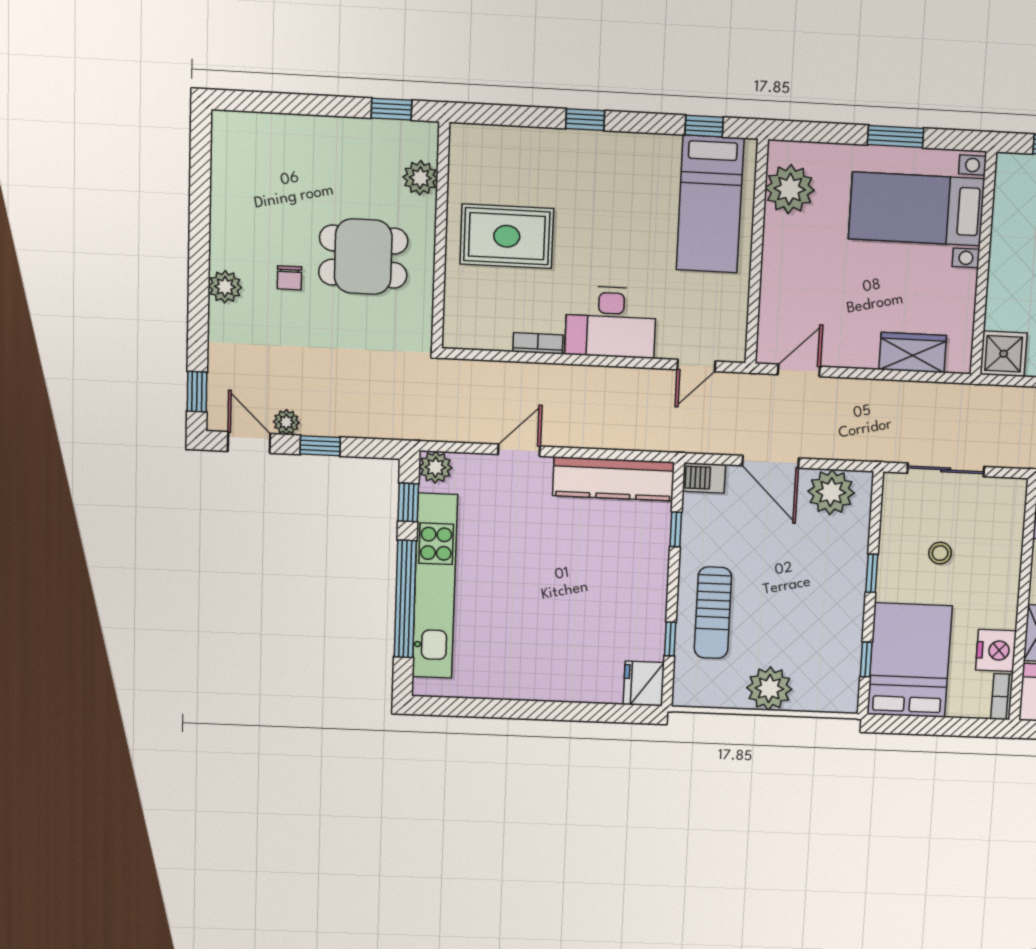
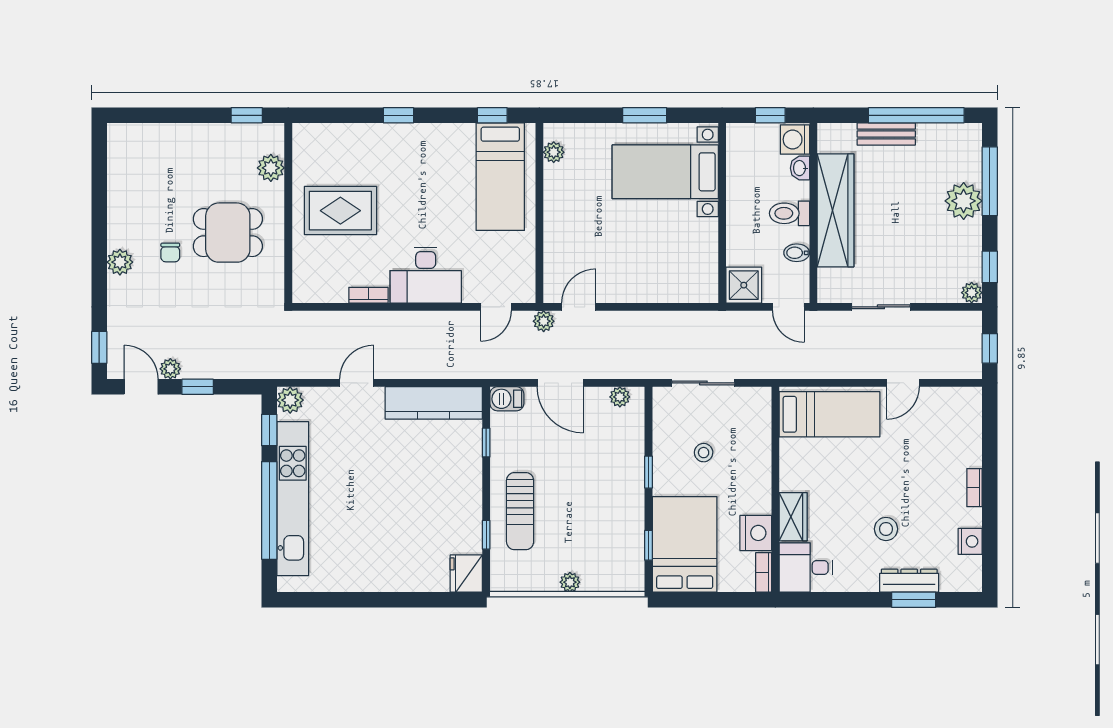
plant: (790, 189) -> (554, 152), width x0.53, depth x0.53
wardrobe: (913, 353) -> (670, 288), removed
plant: (754, 386) -> (544, 321), added
plant: (831, 492) -> (620, 397), width x0.53, depth x0.53
plant: (769, 688) -> (570, 582), width x0.53, depth x0.53

